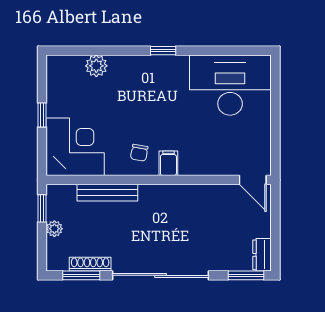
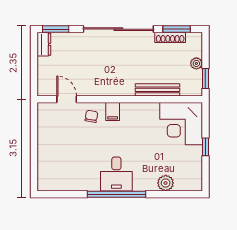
window: (163, 51) -> (117, 194), width x3.17
desk: (230, 85) -> (116, 174), moved, width x0.53, depth x0.77
chair: (139, 153) -> (91, 116), moved
door: (253, 180) -> (67, 99), moved

